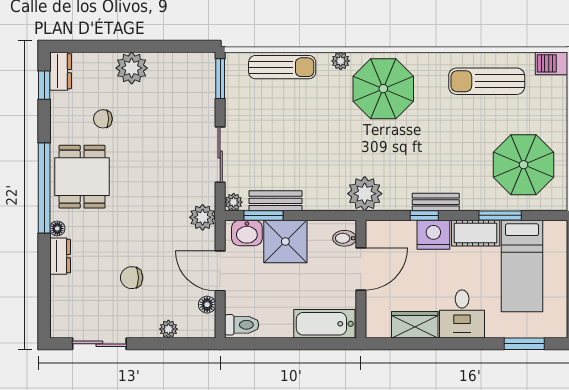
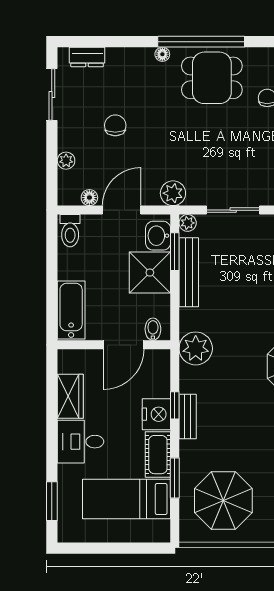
bench: (275, 201) -> (189, 272), width x1.36
dresser: (60, 256) -> (87, 57), moved
door: (361, 269) -> (124, 345), hinge flipped

